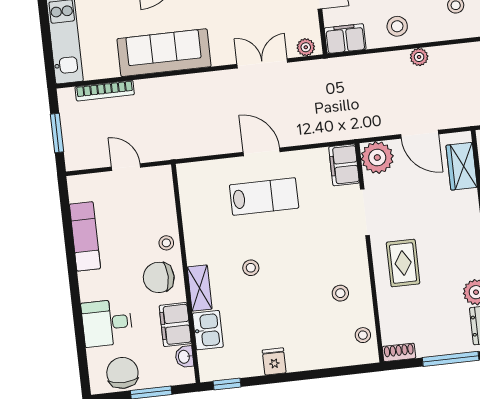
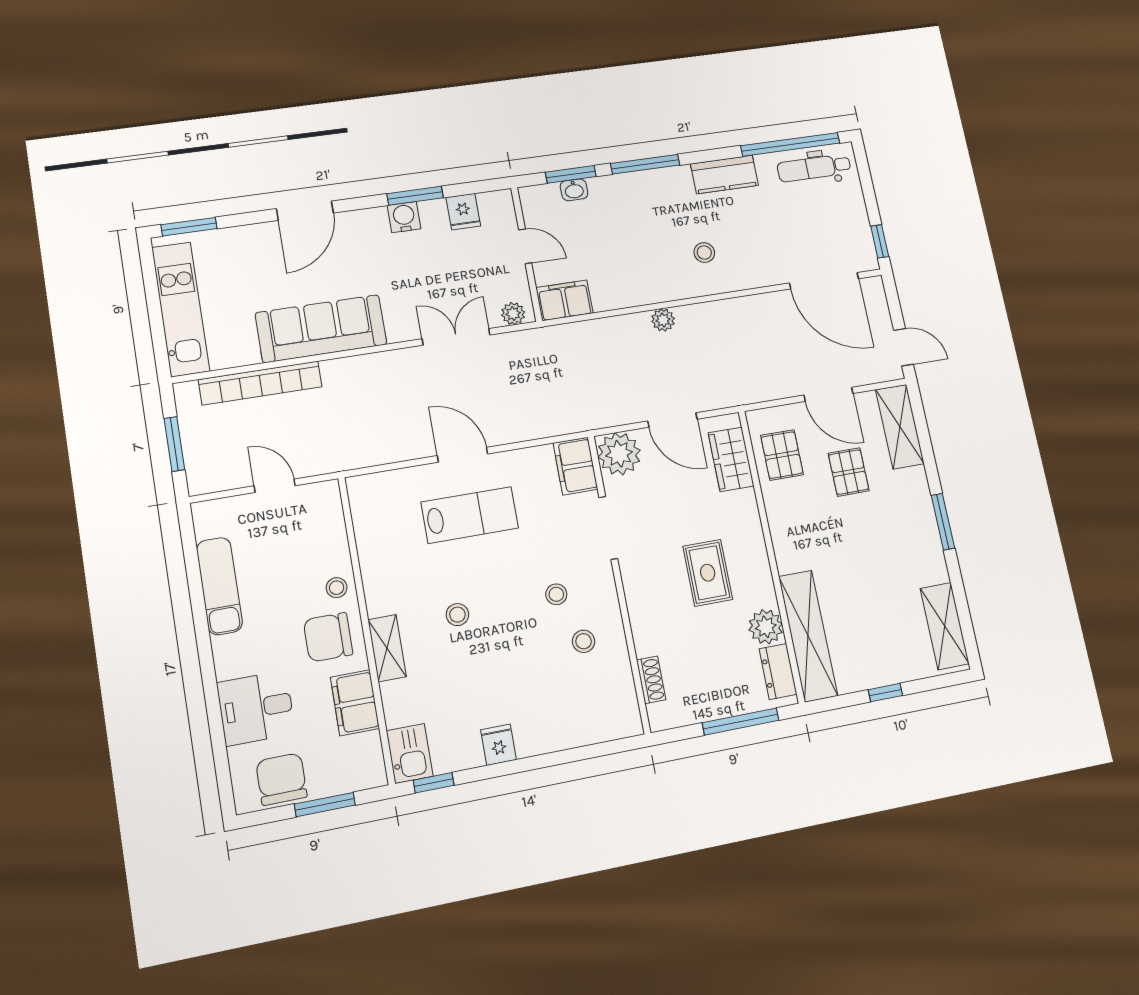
stool: (397, 26) -> (631, 282), removed
bookcase: (105, 91) -> (260, 383), width x1.48, depth x1.31
rug: (403, 263) -> (708, 573), moved
kitchen sink: (208, 330) -> (410, 753), moved
stool: (363, 335) -> (556, 594), moved
shoe rack: (399, 352) -> (651, 680), moved, turned 90
washbasin: (184, 357) -> (370, 748), removed

